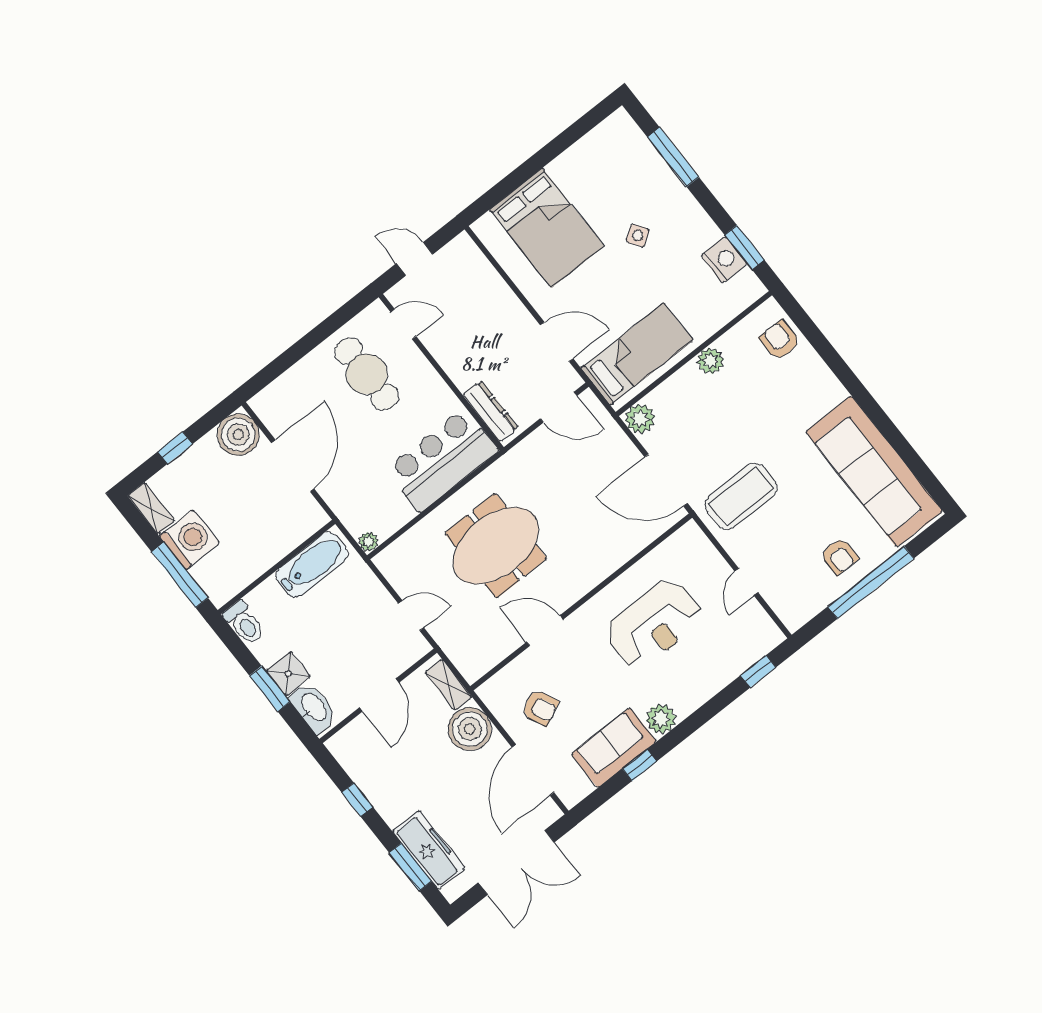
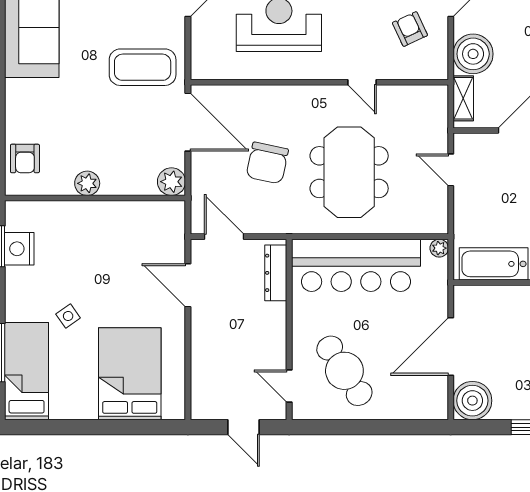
bed: (637, 354) -> (27, 371), moved, turned 90
cafe table: (367, 374) -> (344, 371), turned -33
bar counter: (442, 460) -> (356, 265), width x1.36
chair: (571, 499) -> (267, 163), added
meeting table: (496, 546) -> (349, 172), turned 90
door: (545, 631) -> (362, 82), width x0.73

